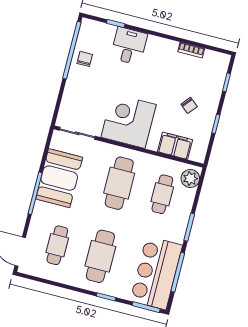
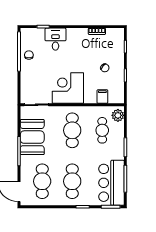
filing cabinet: (175, 146) -> (102, 97), width x0.50
cafe table: (57, 245) -> (42, 181), width x1.37, depth x1.35

